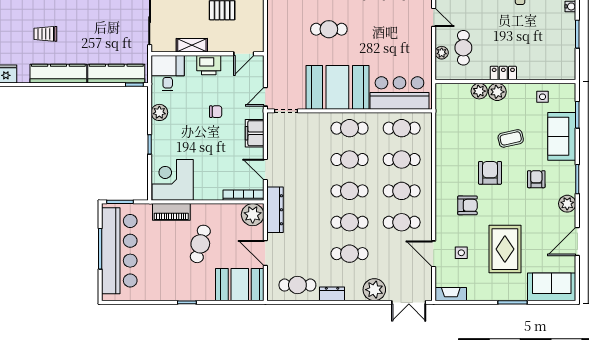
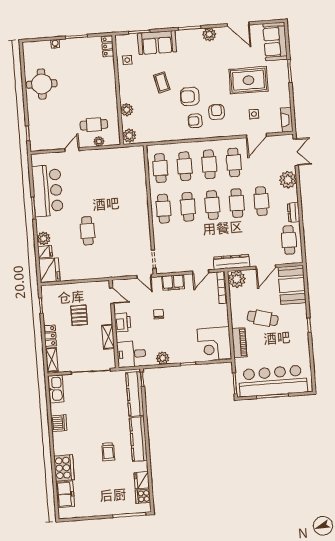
locker: (503, 73) -> (108, 46), moved
booth: (337, 87) -> (132, 221), removed
plant: (497, 92) -> (129, 136), moved
bar counter: (399, 93) -> (133, 172), removed
armchair: (536, 179) -> (195, 121), moved

